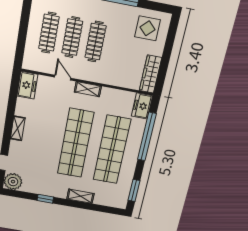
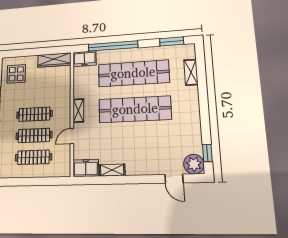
shelving: (18, 128) -> (112, 170), moved
shelving: (80, 196) -> (191, 72), moved
window: (45, 199) -> (207, 153), moved

